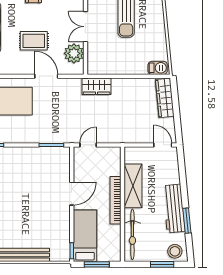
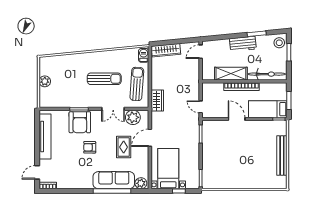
sun lounger: (119, 59) -> (137, 84), added
workbench: (174, 209) -> (243, 44), width x0.73

